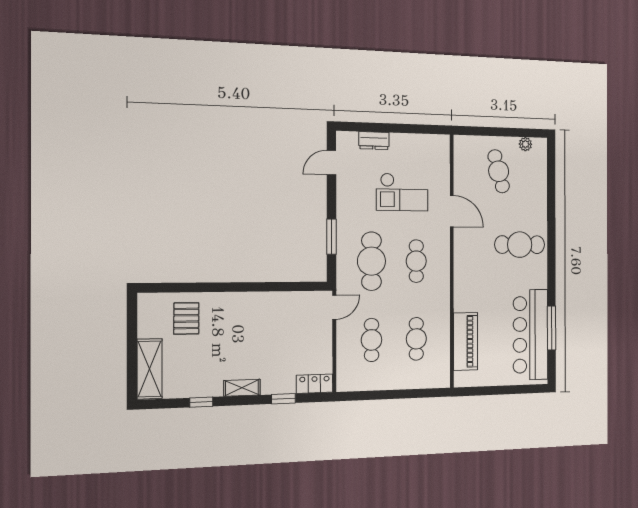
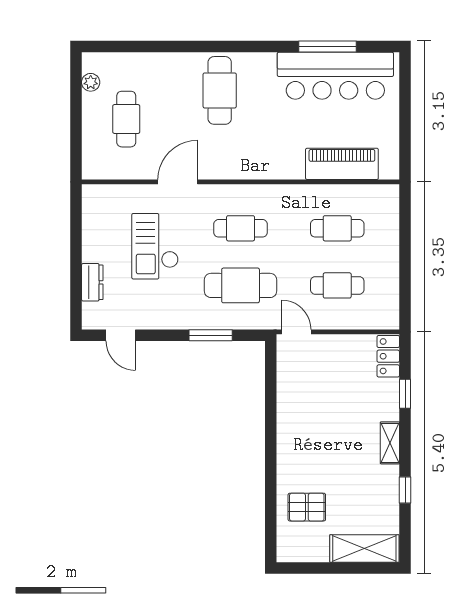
cafe table: (499, 171) -> (126, 119), turned -75
checkout: (402, 192) -> (155, 246), turned 180

